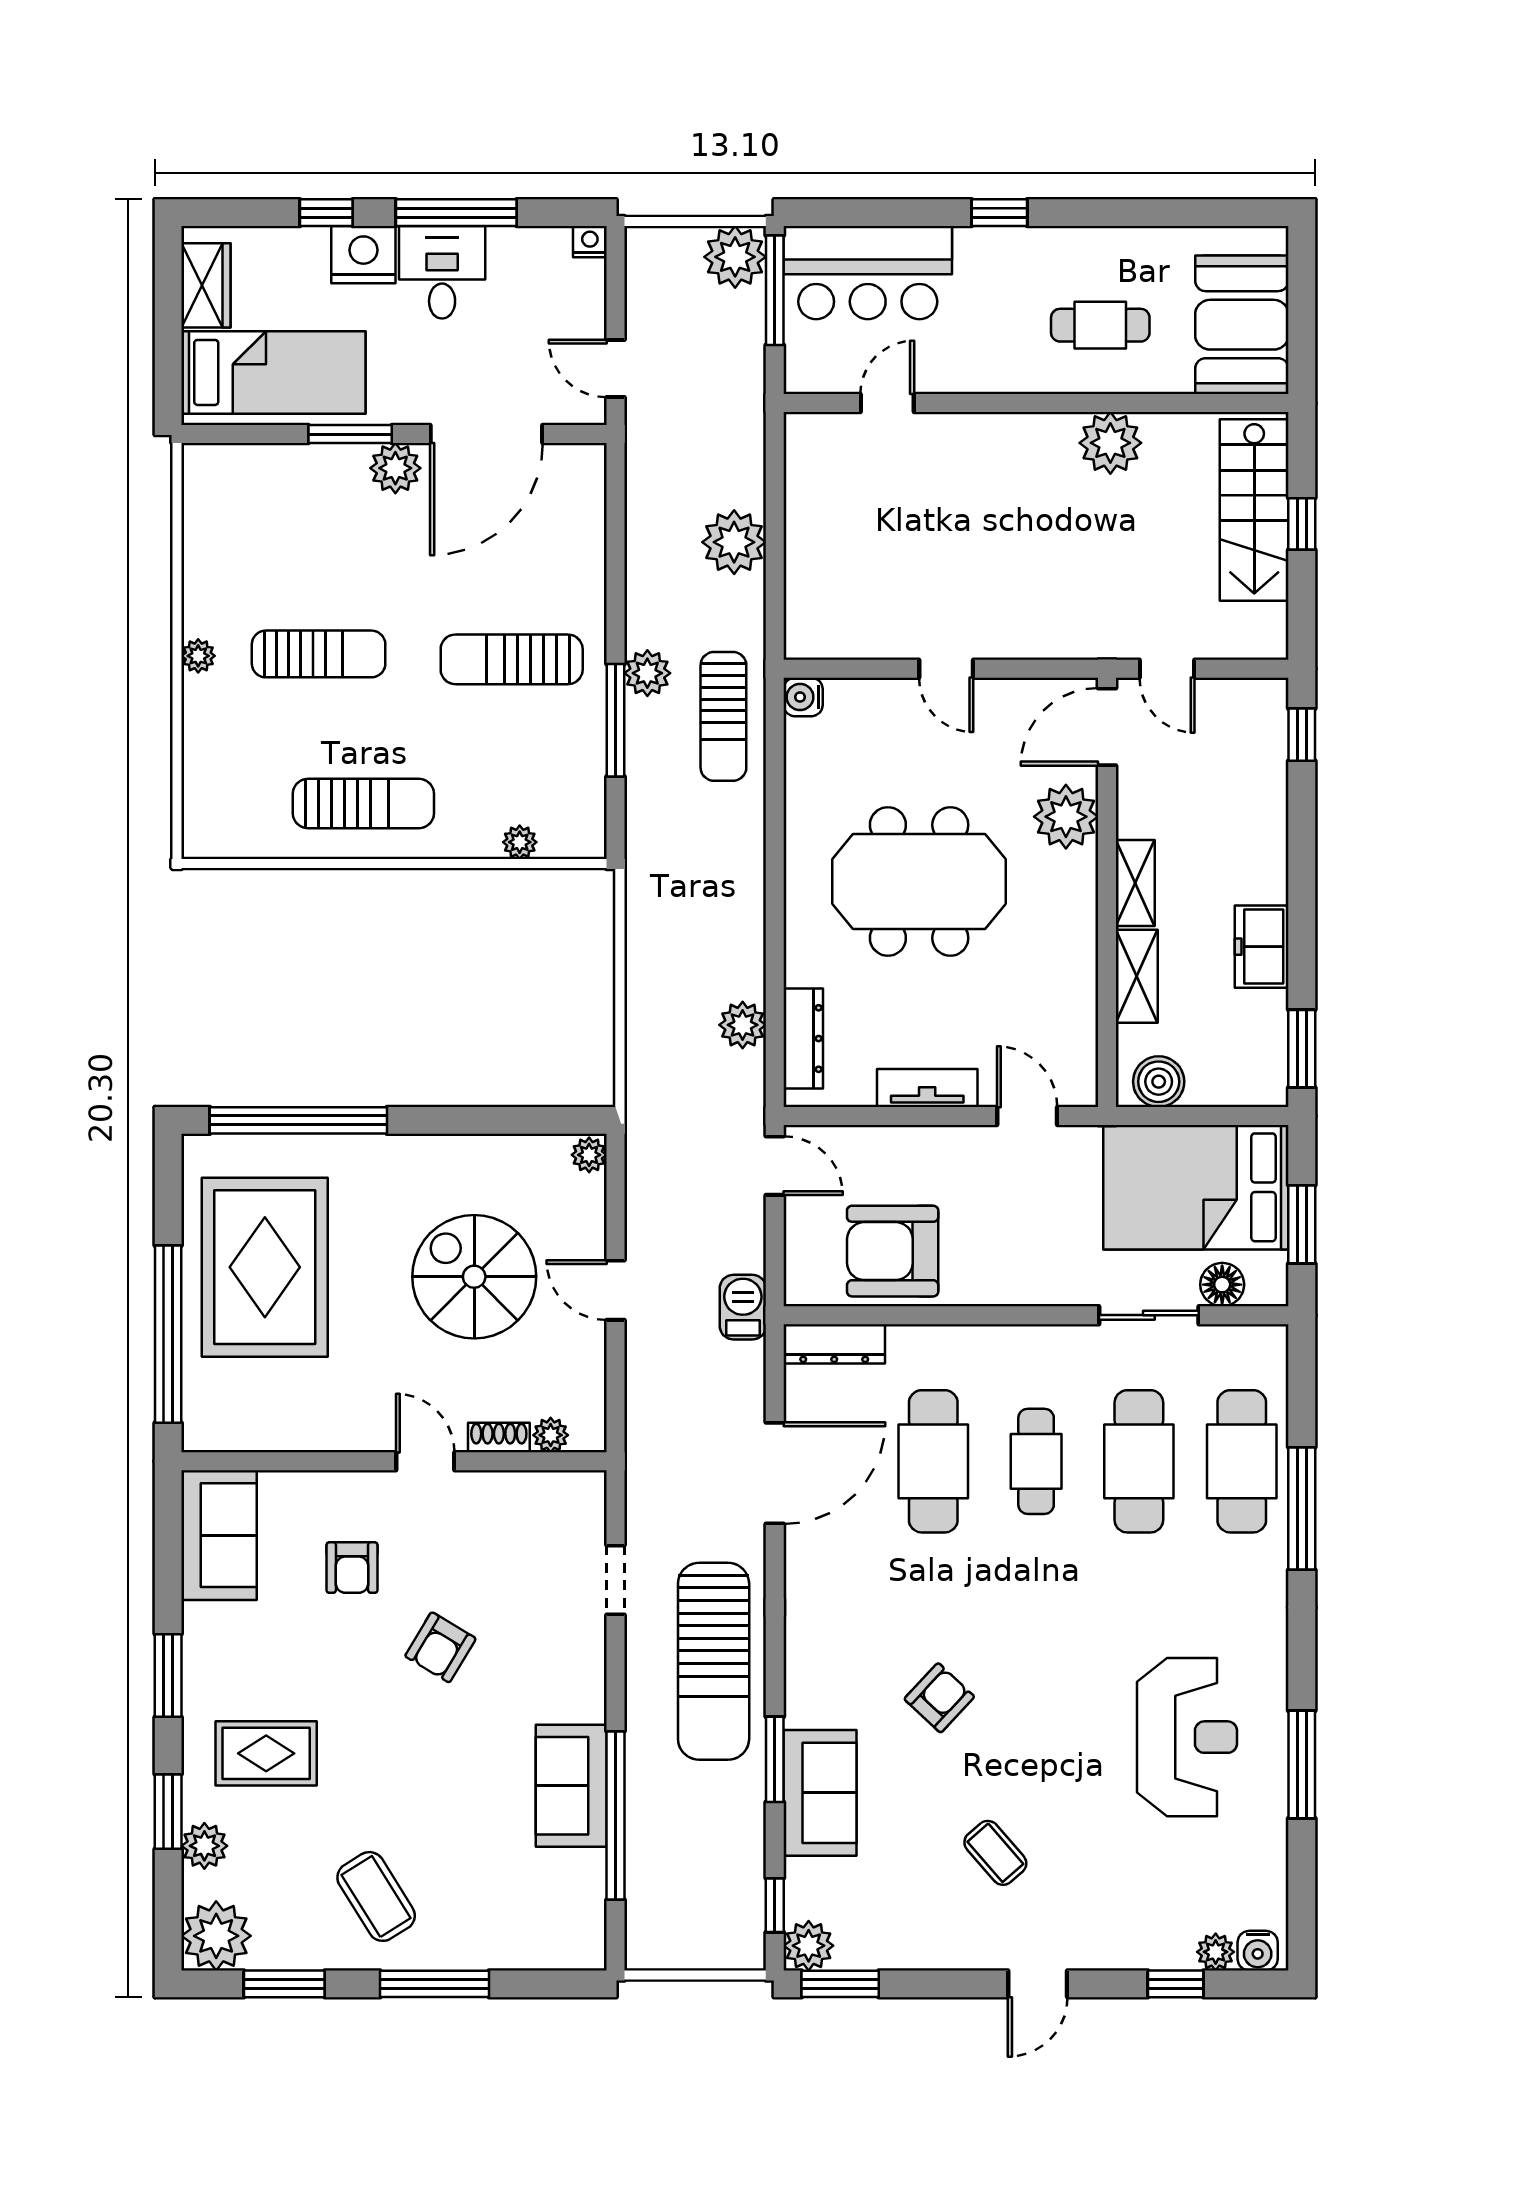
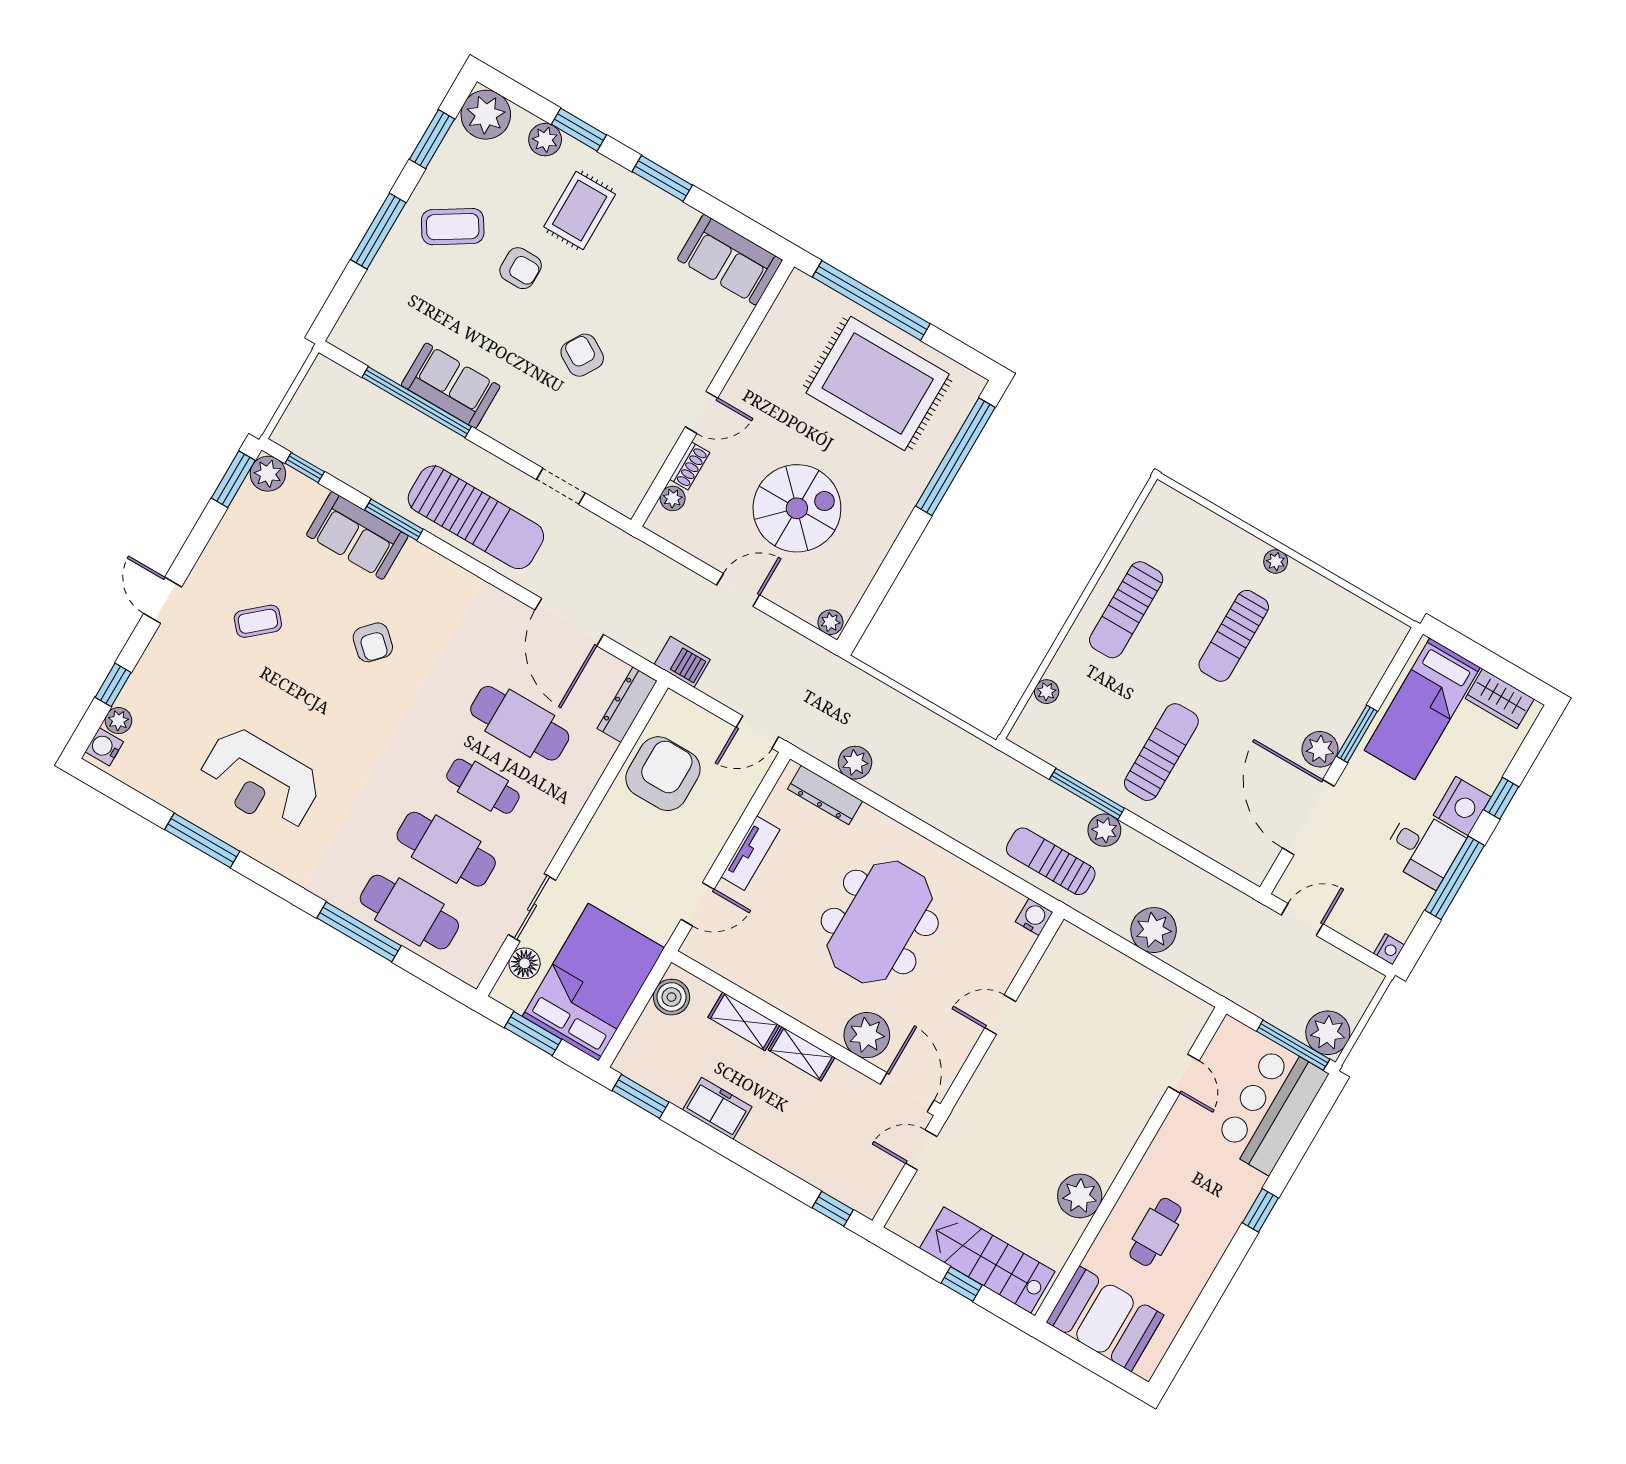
armchair: (352, 1568) -> (521, 268), moved, turned 180
sun lounger: (714, 1661) -> (476, 517), turned 180

